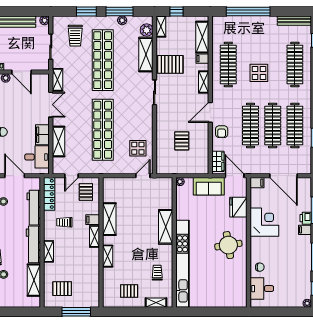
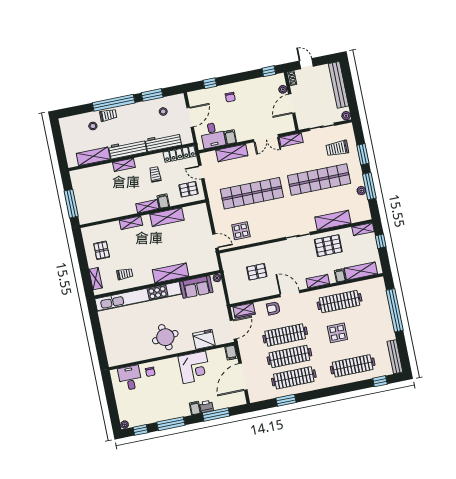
plant: (147, 30) -> (357, 216), removed
pallet: (170, 64) -> (328, 246), turned 90
filing cabinet: (42, 135) -> (230, 137), width x0.50
sofa: (209, 186) -> (196, 287), moved, turned -90
pallet: (62, 289) -> (91, 185), removed

